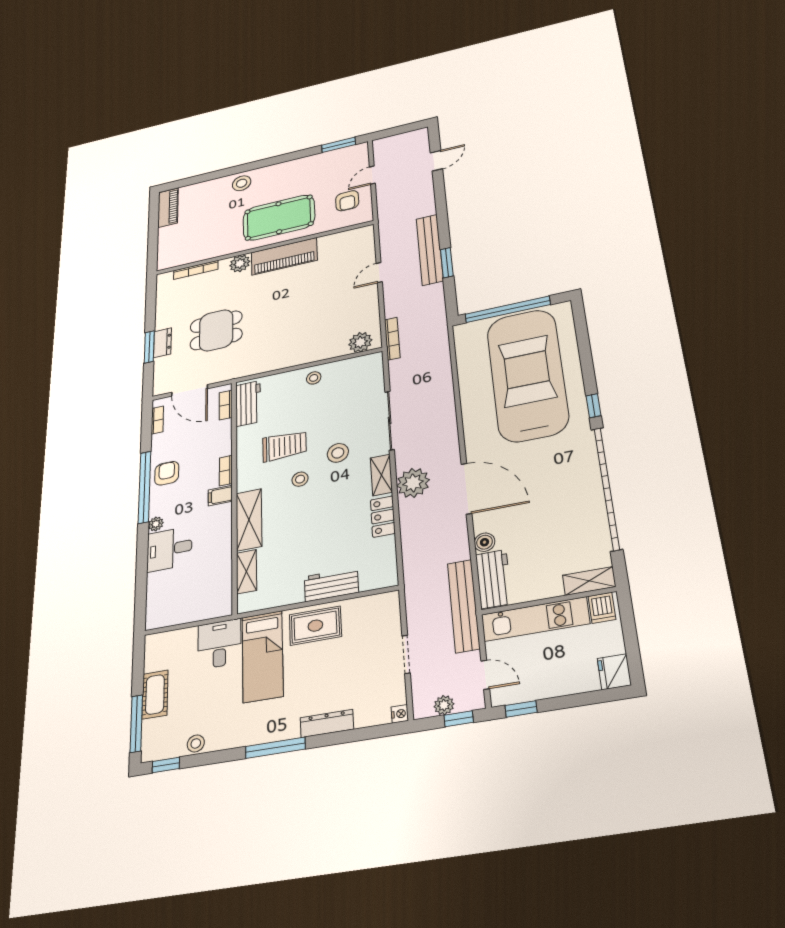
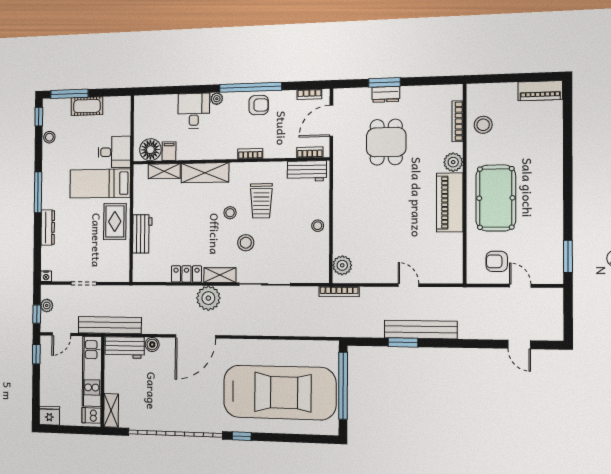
stool: (242, 183) -> (483, 125), moved
filing cabinet: (220, 496) -> (169, 151), moved
floor lamp: (218, 595) -> (150, 150), added

